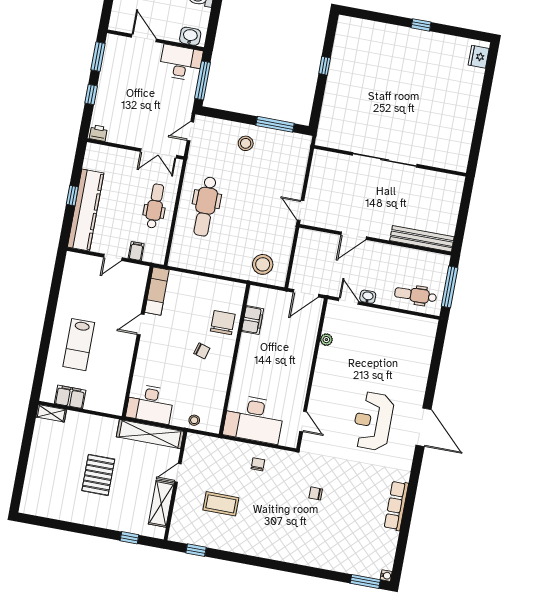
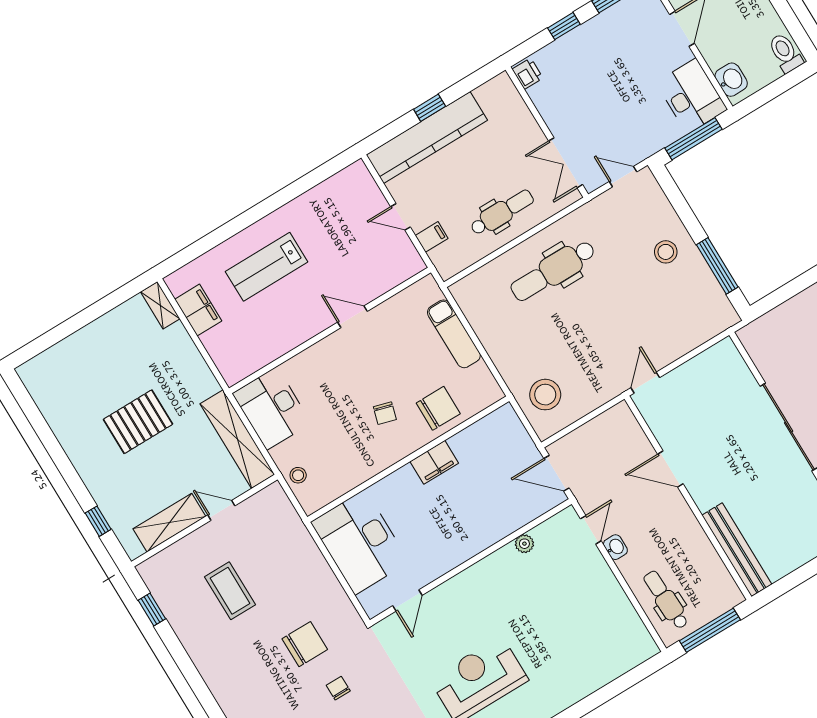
exam couch: (157, 291) -> (454, 334), moved, turned 90
filing cabinet: (253, 320) -> (434, 462), moved
chair: (258, 464) -> (305, 644), moved, width x1.87, depth x1.87

